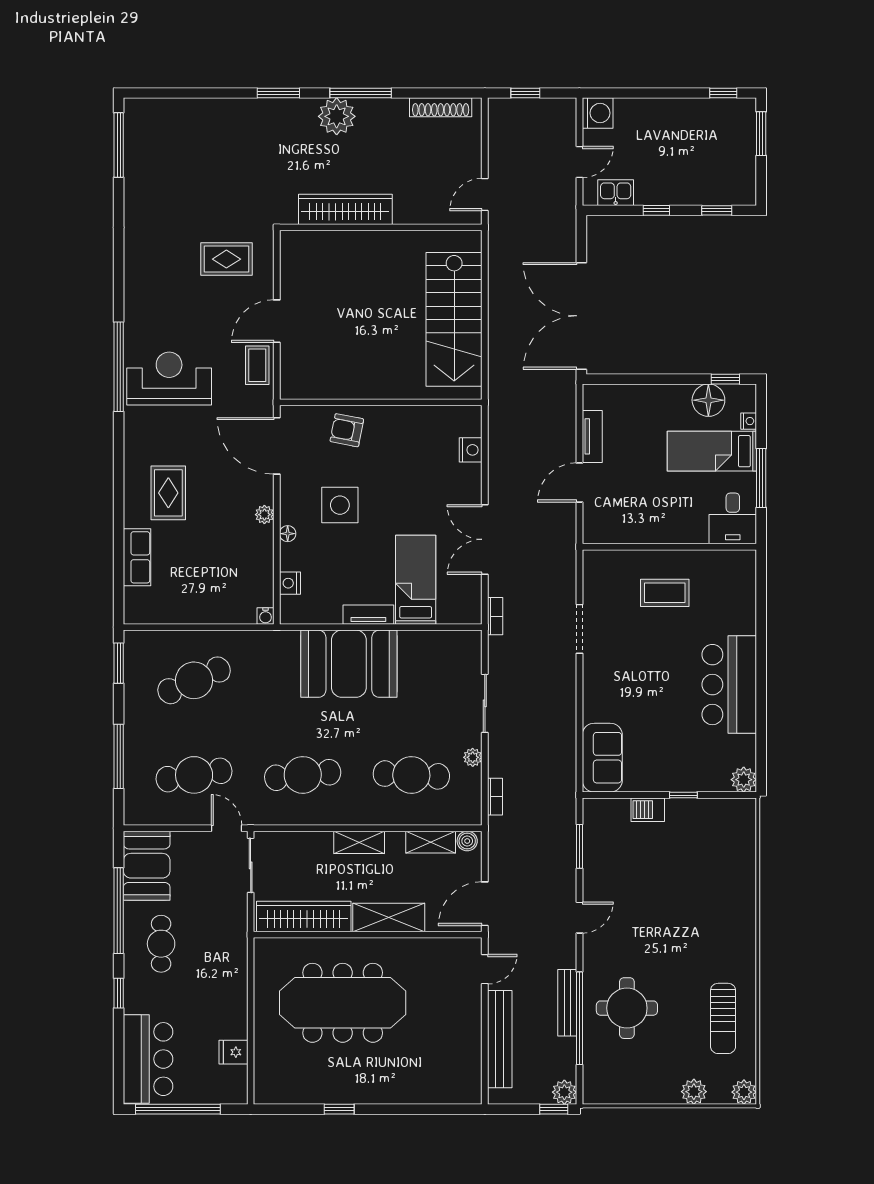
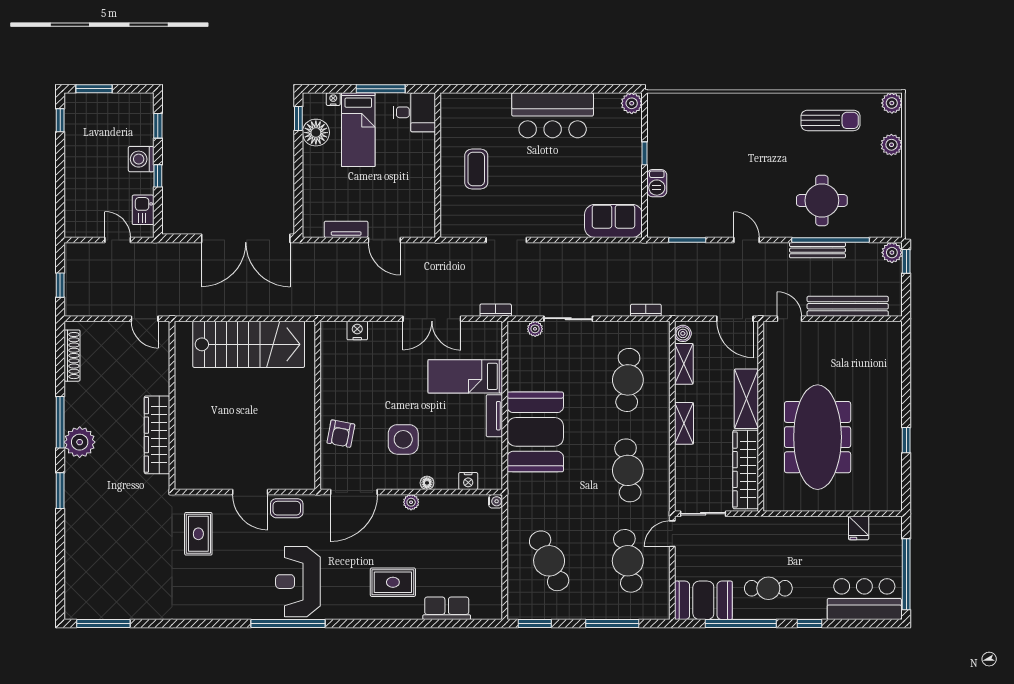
washing machine: (598, 113) -> (141, 159), moved, turned -90
plant: (473, 757) -> (535, 329), moved

